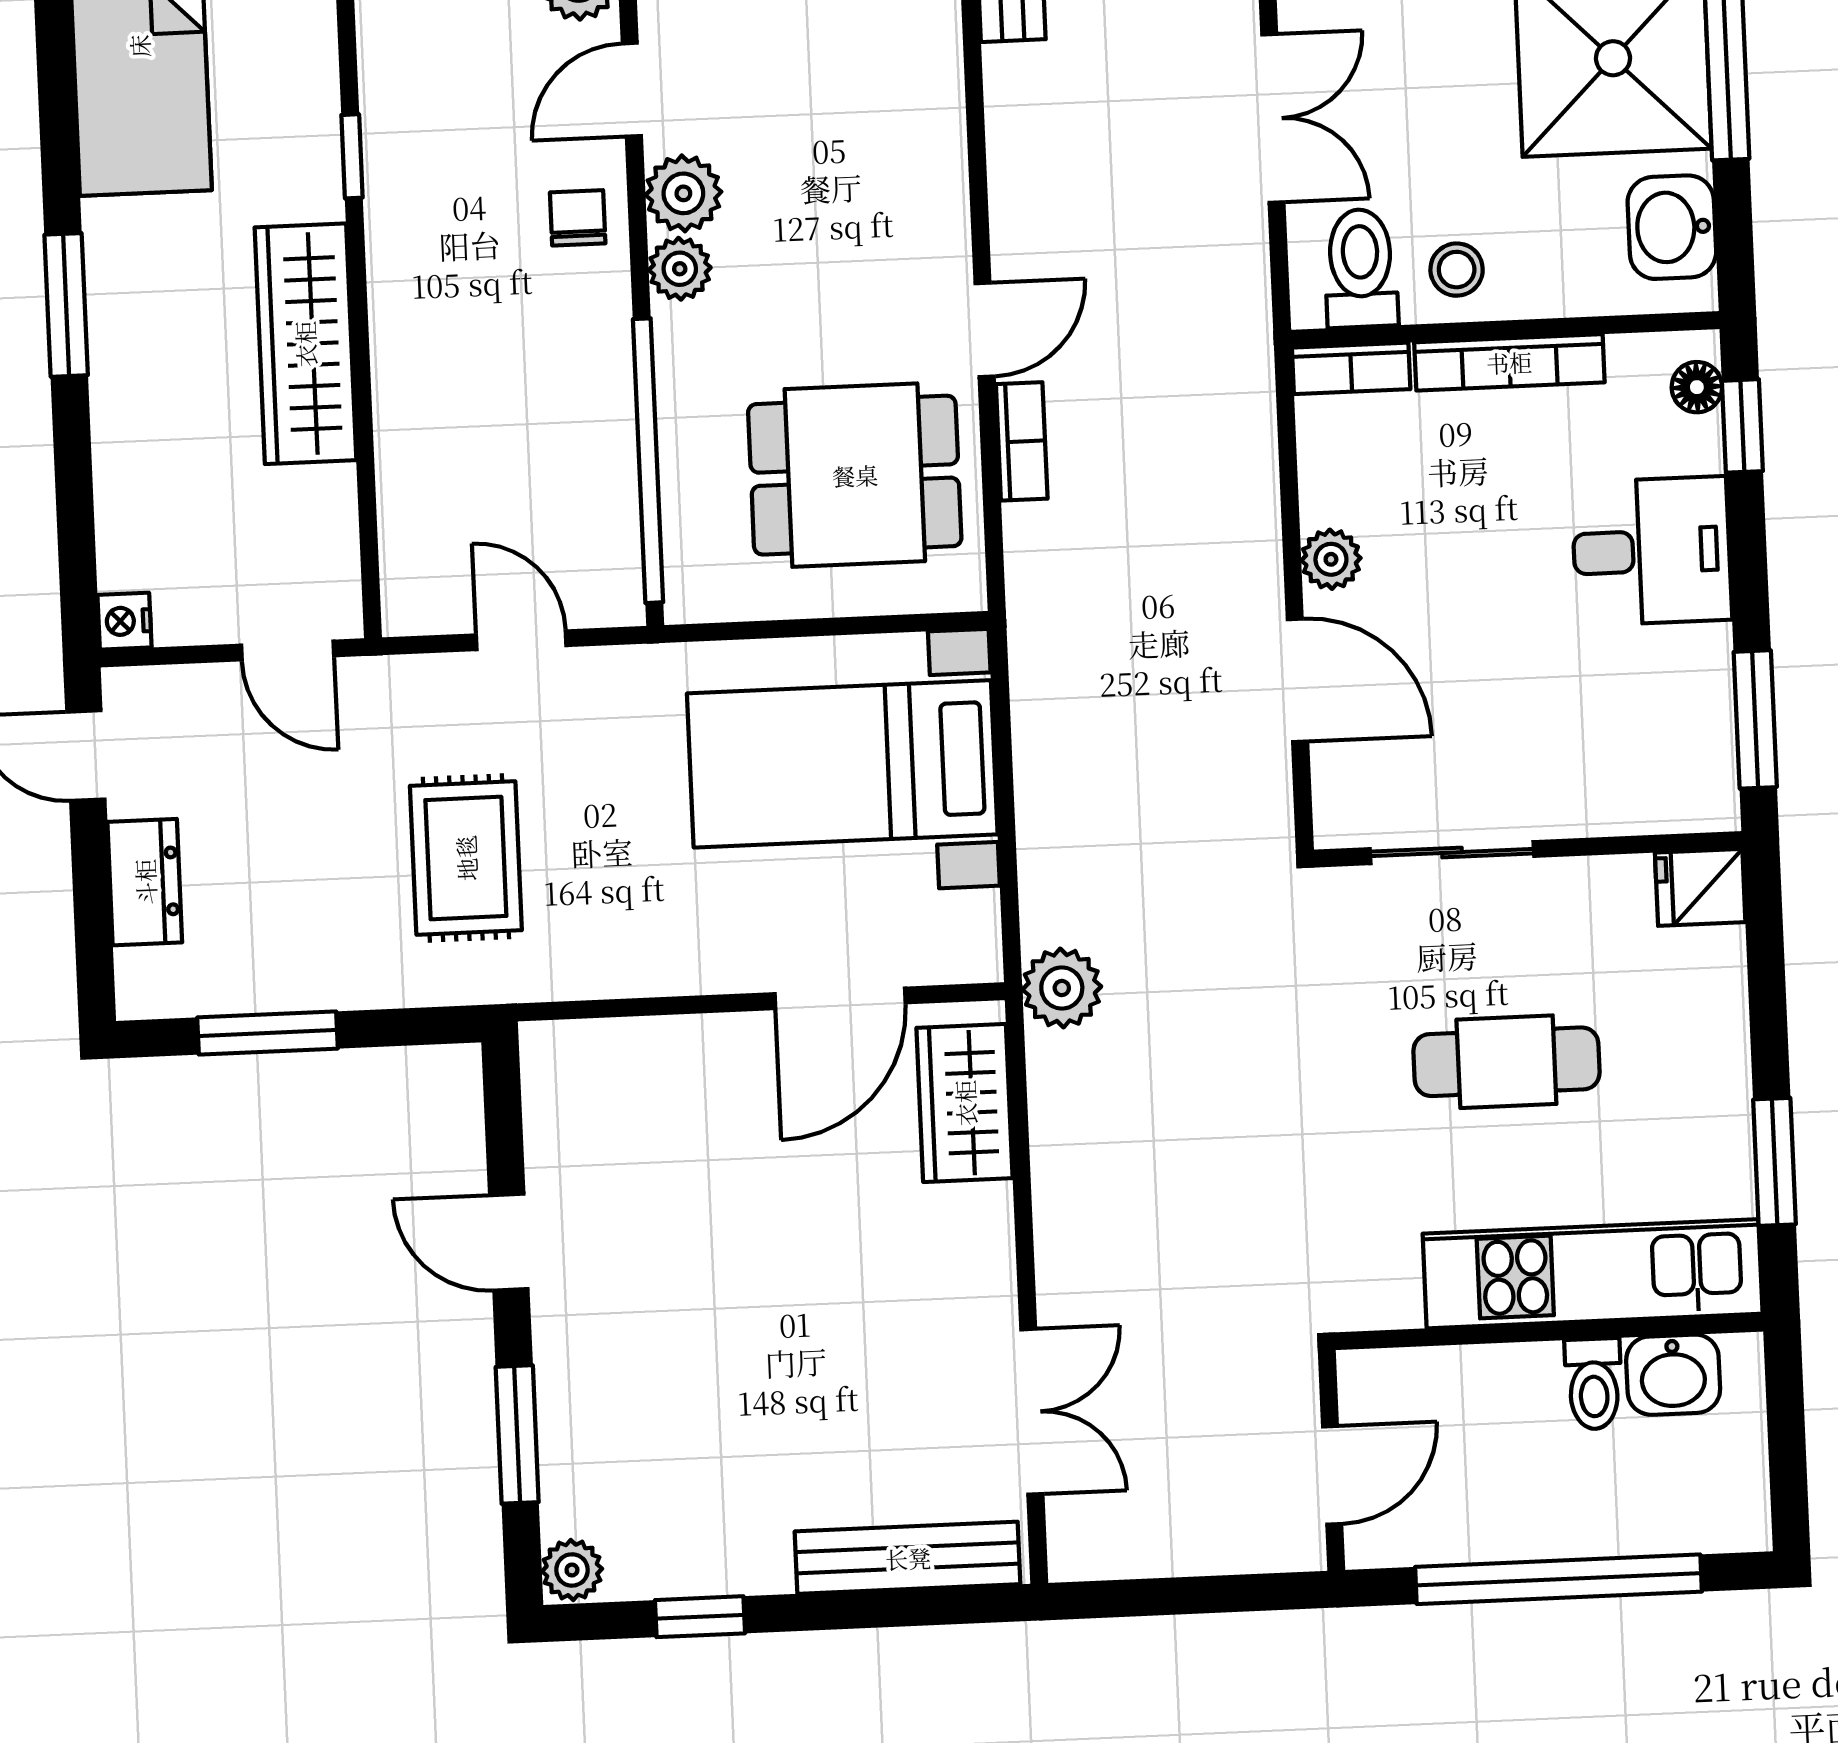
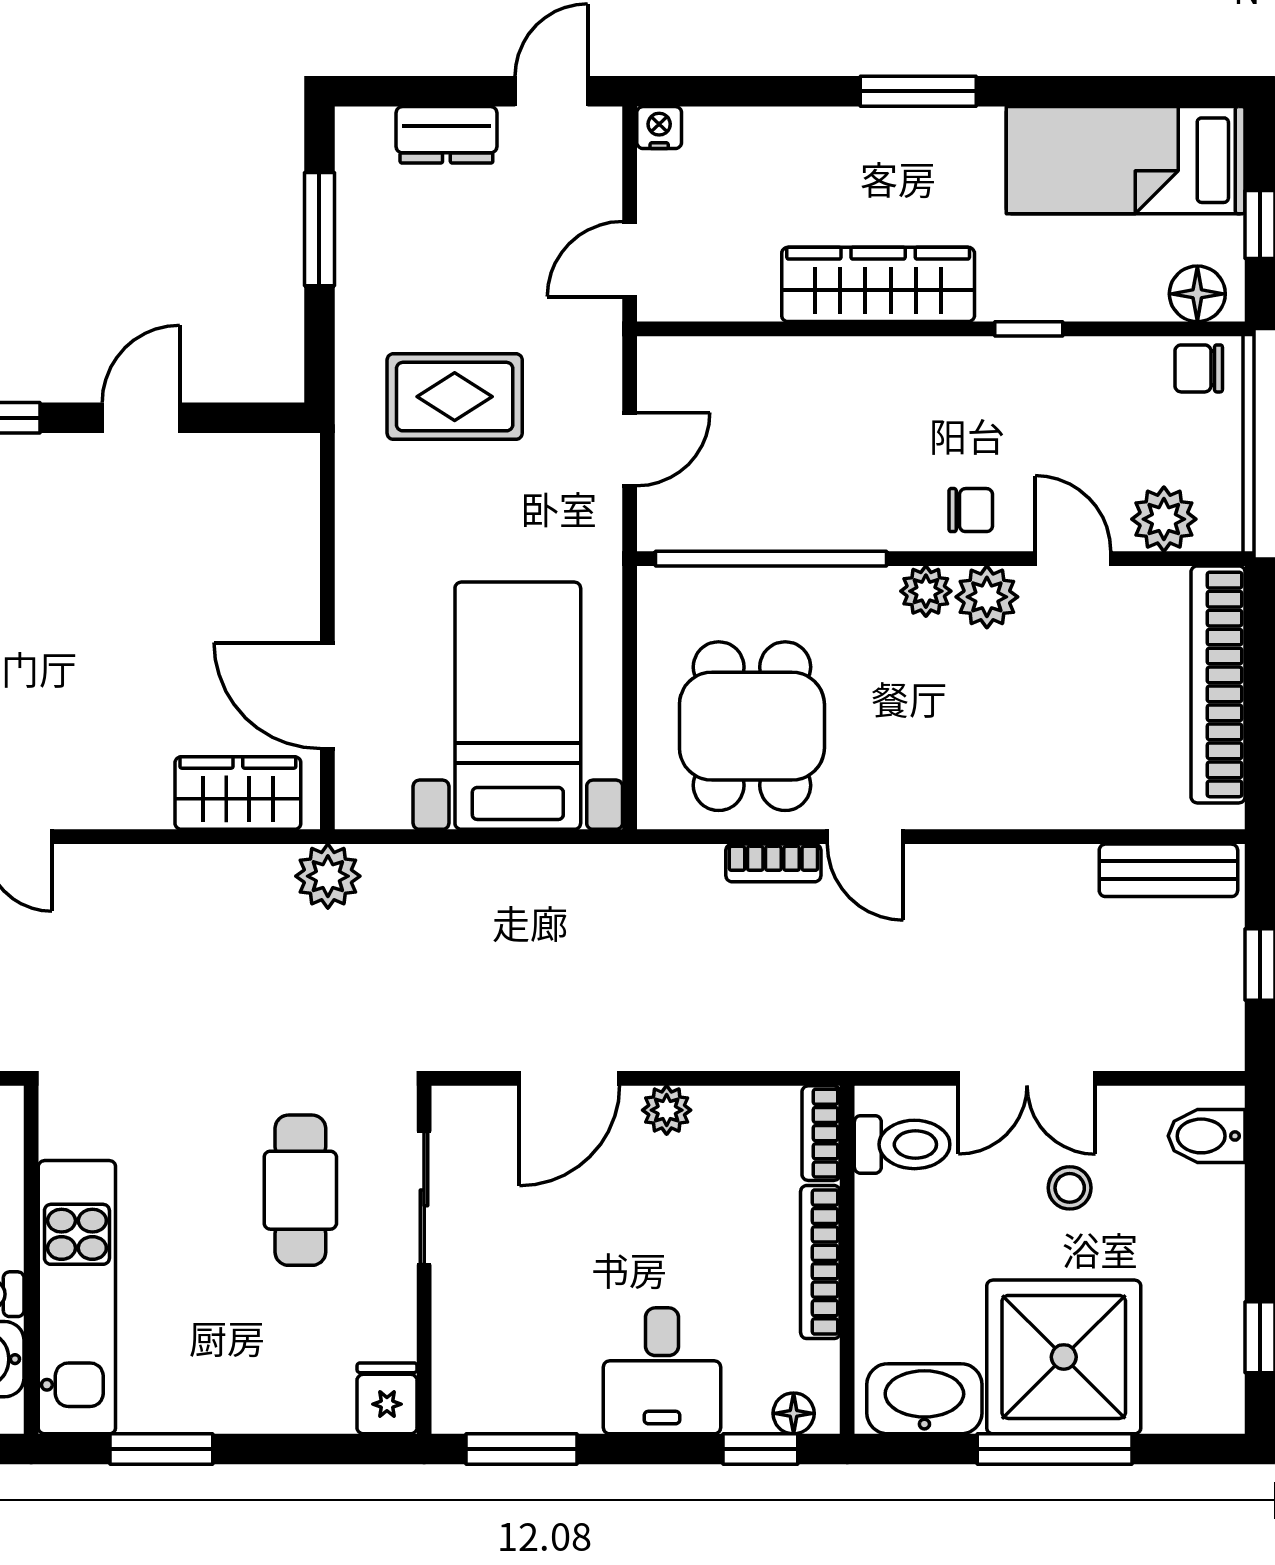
washbasin: (1672, 227) -> (924, 1399), width x1.38
stool: (1457, 270) -> (1070, 1188), moved
cafe table: (1506, 1062) -> (300, 1190), moved

